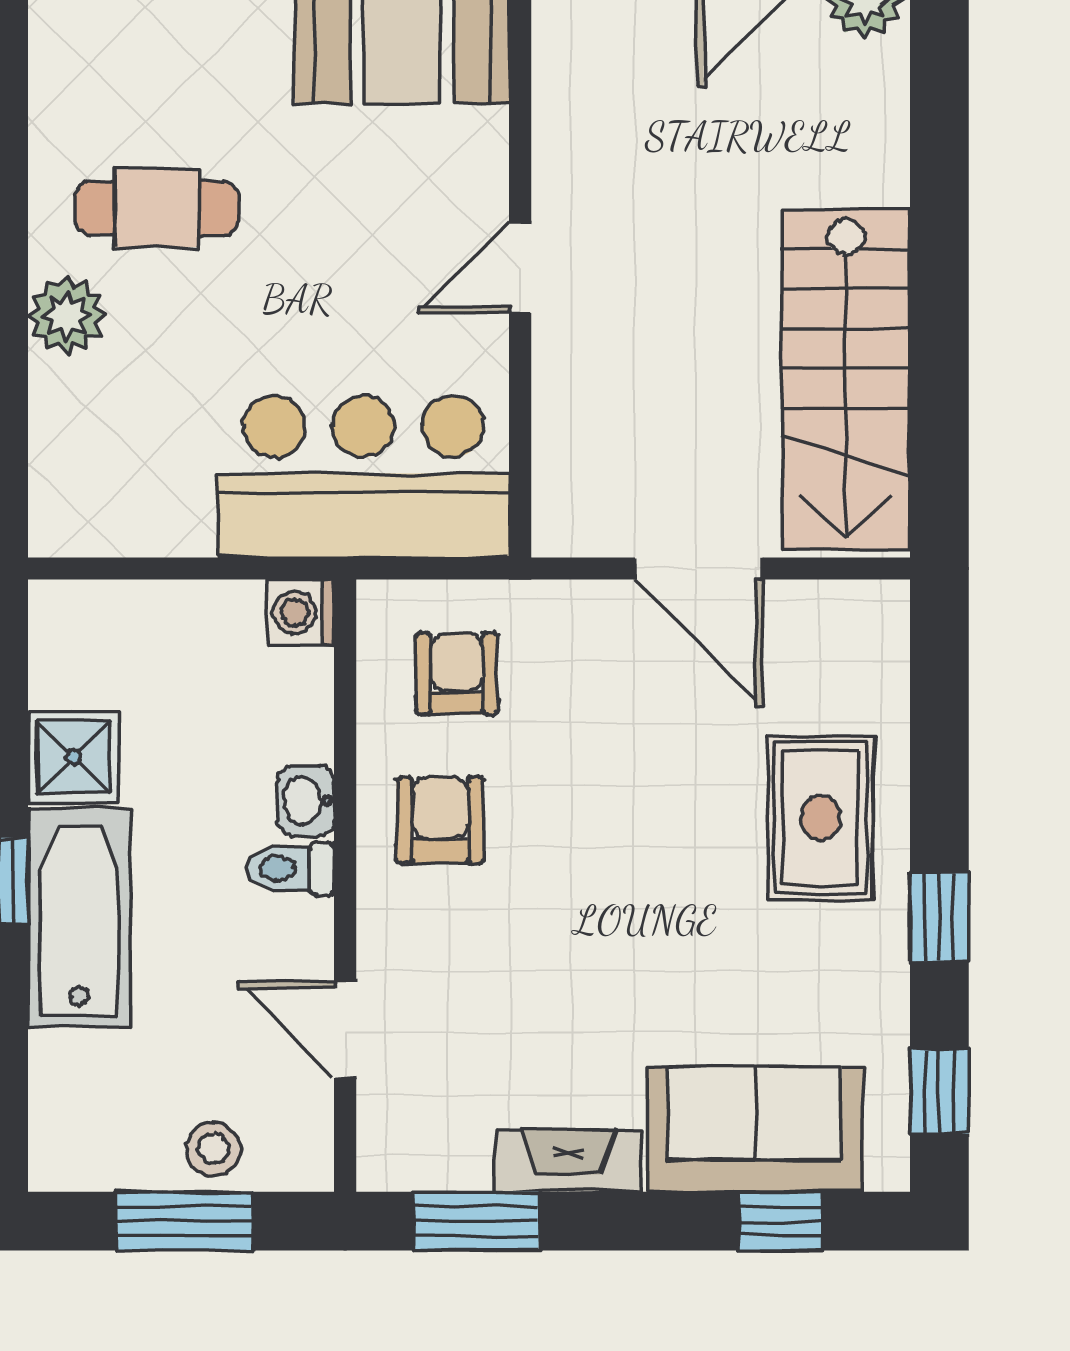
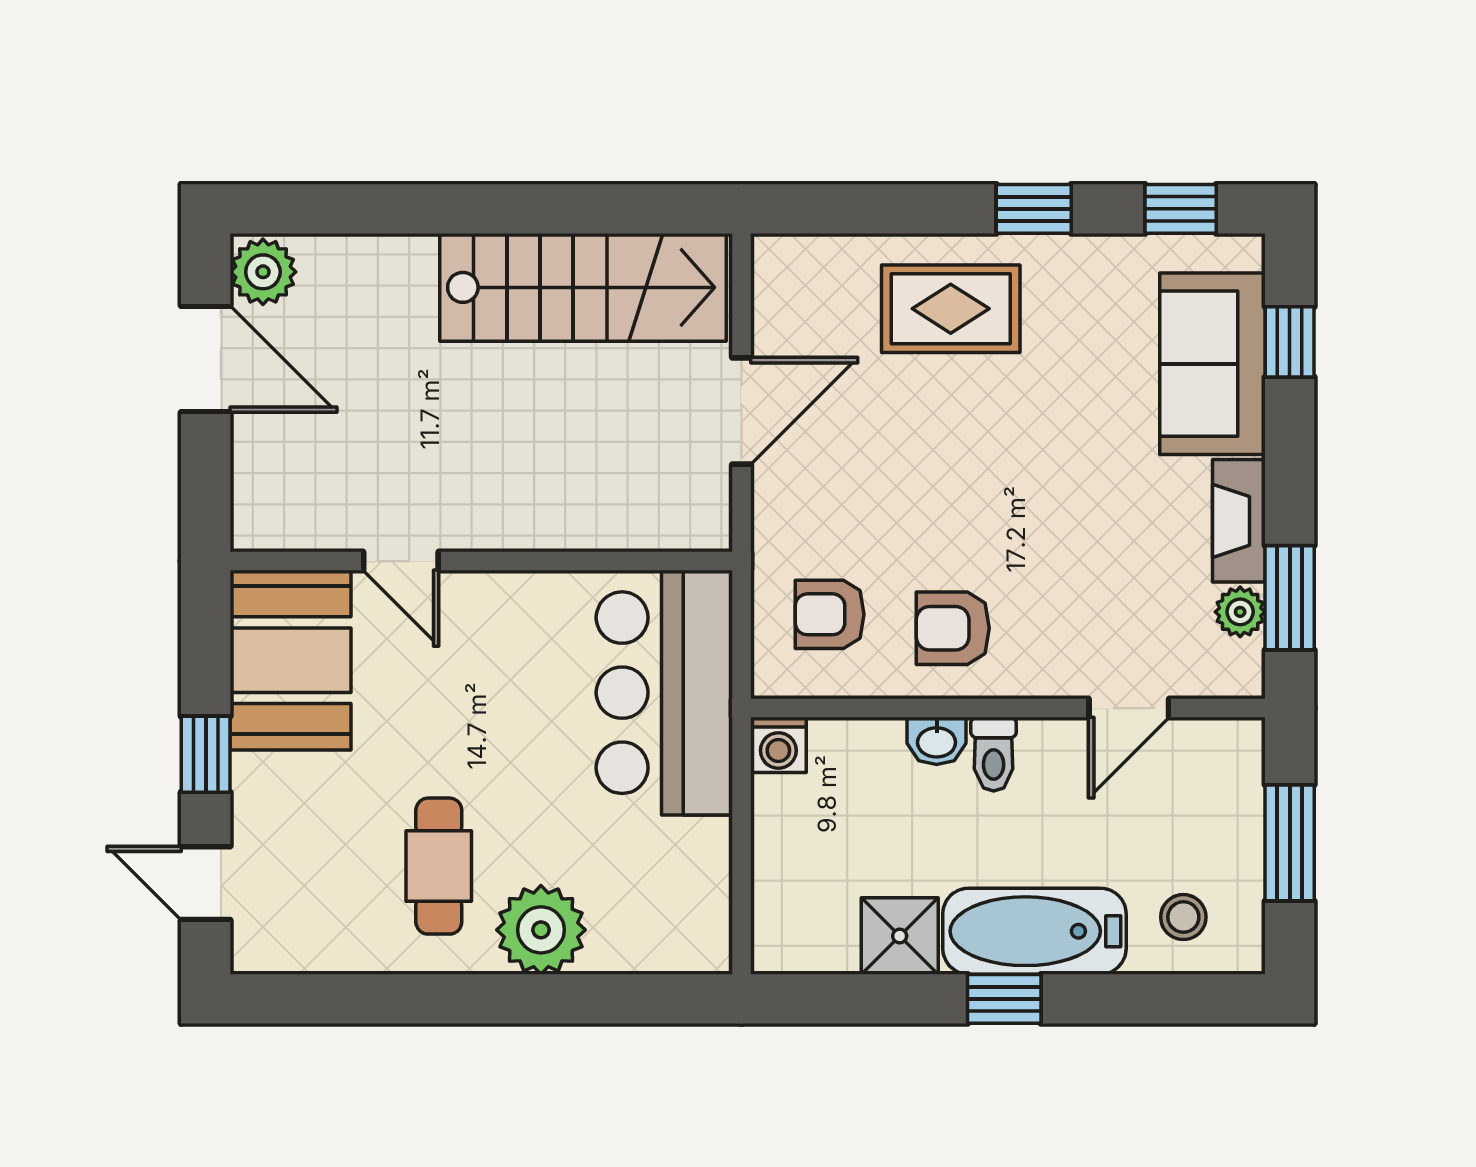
door: (520, 268) -> (401, 561), moved
plant: (67, 316) -> (541, 930), width x1.36, depth x1.36
stool: (213, 1149) -> (1183, 917), moved
plant: (460, 1162) -> (1240, 612), added

